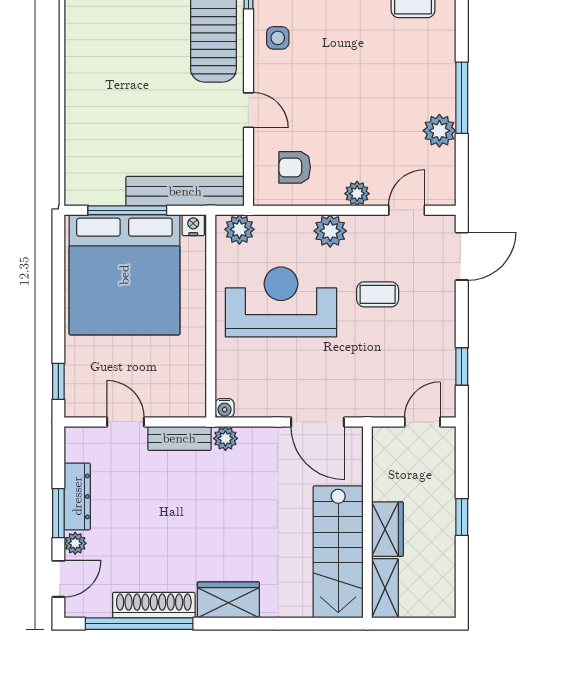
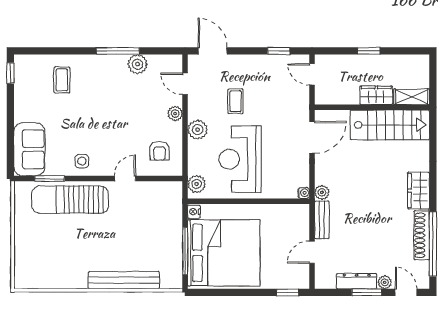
bench: (185, 191) -> (124, 280), moved, turned 90

